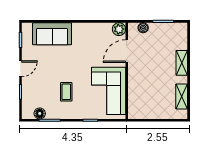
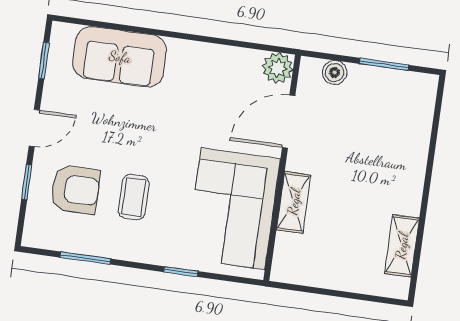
shelving: (182, 63) -> (294, 202), moved
armchair: (41, 92) -> (75, 189), added
floor lamp: (40, 113) -> (65, 239), removed

